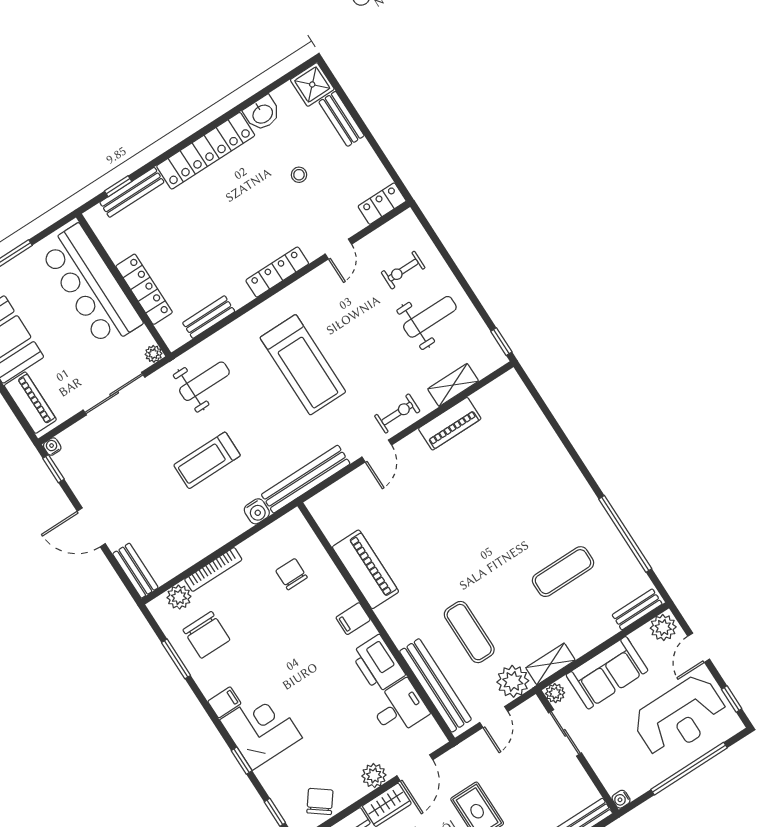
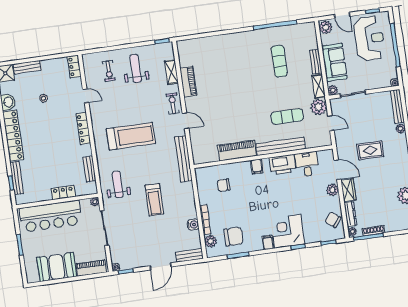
locker: (144, 289) -> (63, 193), width x0.66
water cooler: (257, 511) -> (193, 225), moved
bench: (637, 609) -> (316, 62), moved
bench: (435, 685) -> (281, 146), moved

